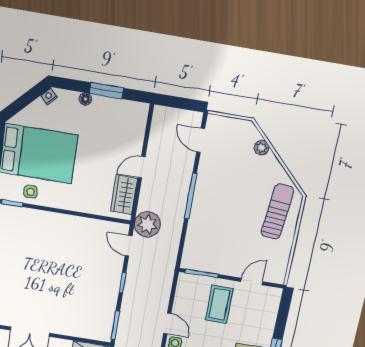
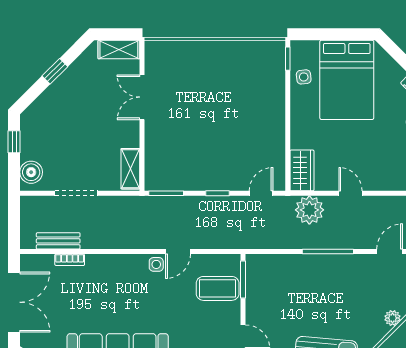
wardrobe: (124, 195) -> (302, 170), moved, turned 90
plant: (147, 224) -> (309, 210), moved
coffee table: (219, 304) -> (218, 288), moved

